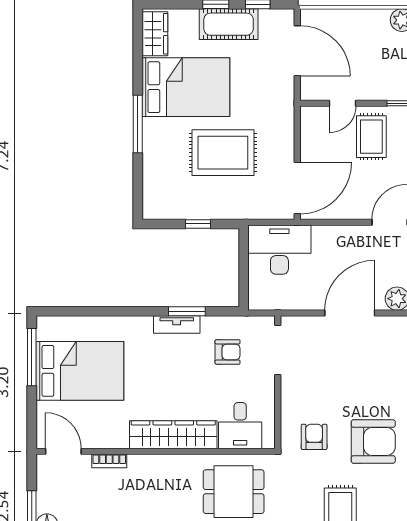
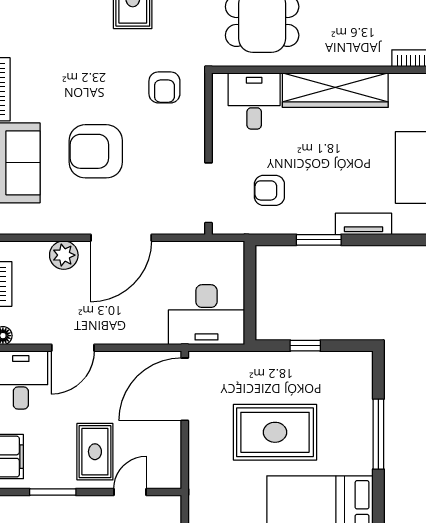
window: (138, 124) -> (378, 434), moved
tv unit: (177, 324) -> (364, 224), moved
armchair: (373, 442) -> (96, 151), moved

